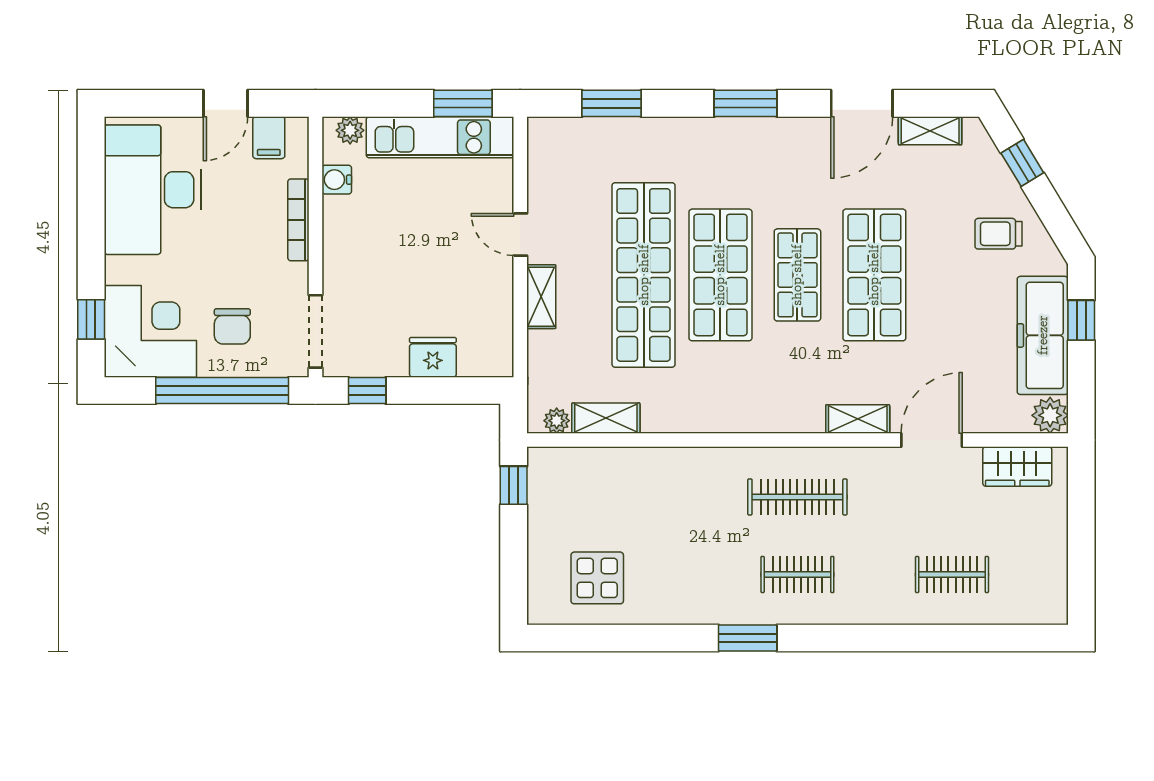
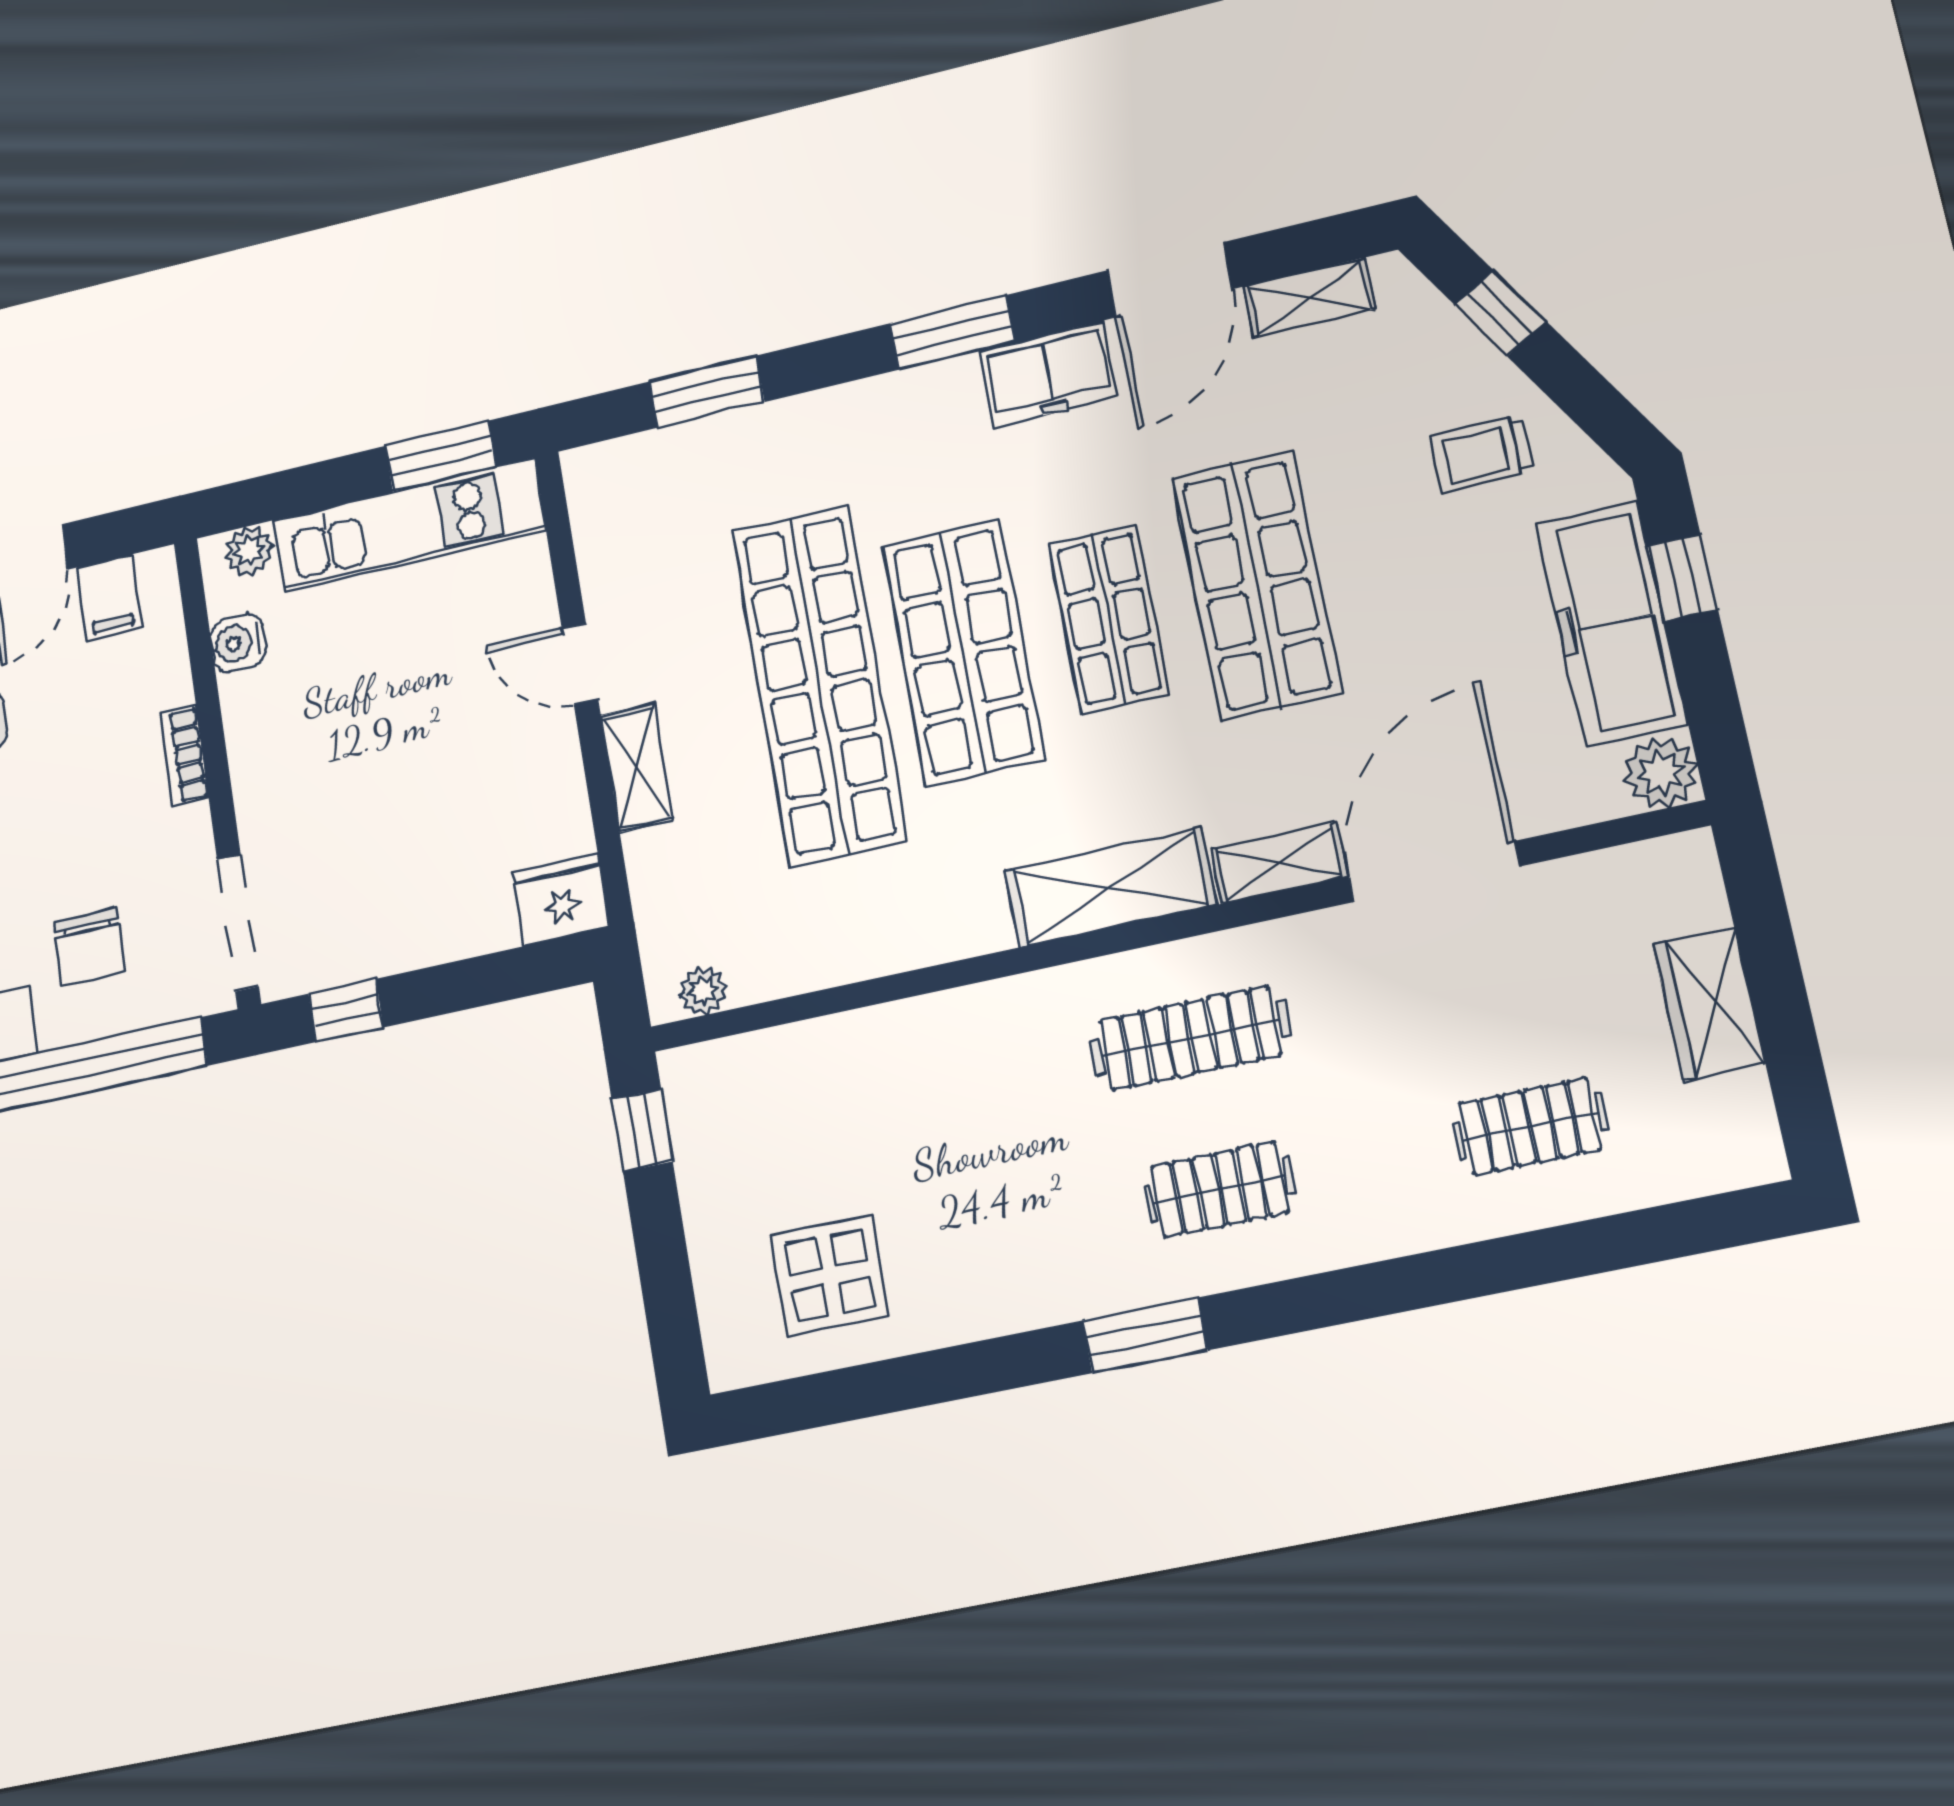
freezer: (791, 138) -> (1048, 374), added
bookcase: (298, 220) -> (184, 756), width x0.64
fridge: (433, 357) -> (561, 900), moved
shelving: (606, 418) -> (1110, 888), moved, width x1.50, depth x1.33
door: (932, 440) -> (1433, 872), width x1.36
wardrobe: (1017, 466) -> (1709, 1004), moved, turned 90

